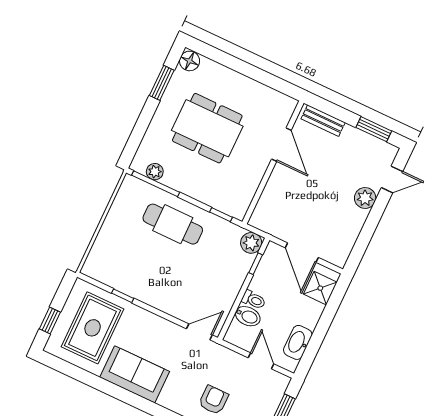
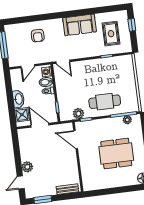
door: (281, 145) -> (76, 139), moved
plant: (251, 243) -> (78, 114), moved
rug: (93, 328) -> (111, 34), width x0.73, depth x0.70
door: (199, 332) -> (63, 62), hinge flipped
washing machine: (236, 332) -> (47, 72), added
washbasin: (298, 342) -> (18, 99), moved
door: (261, 361) -> (28, 66), hinge flipped

